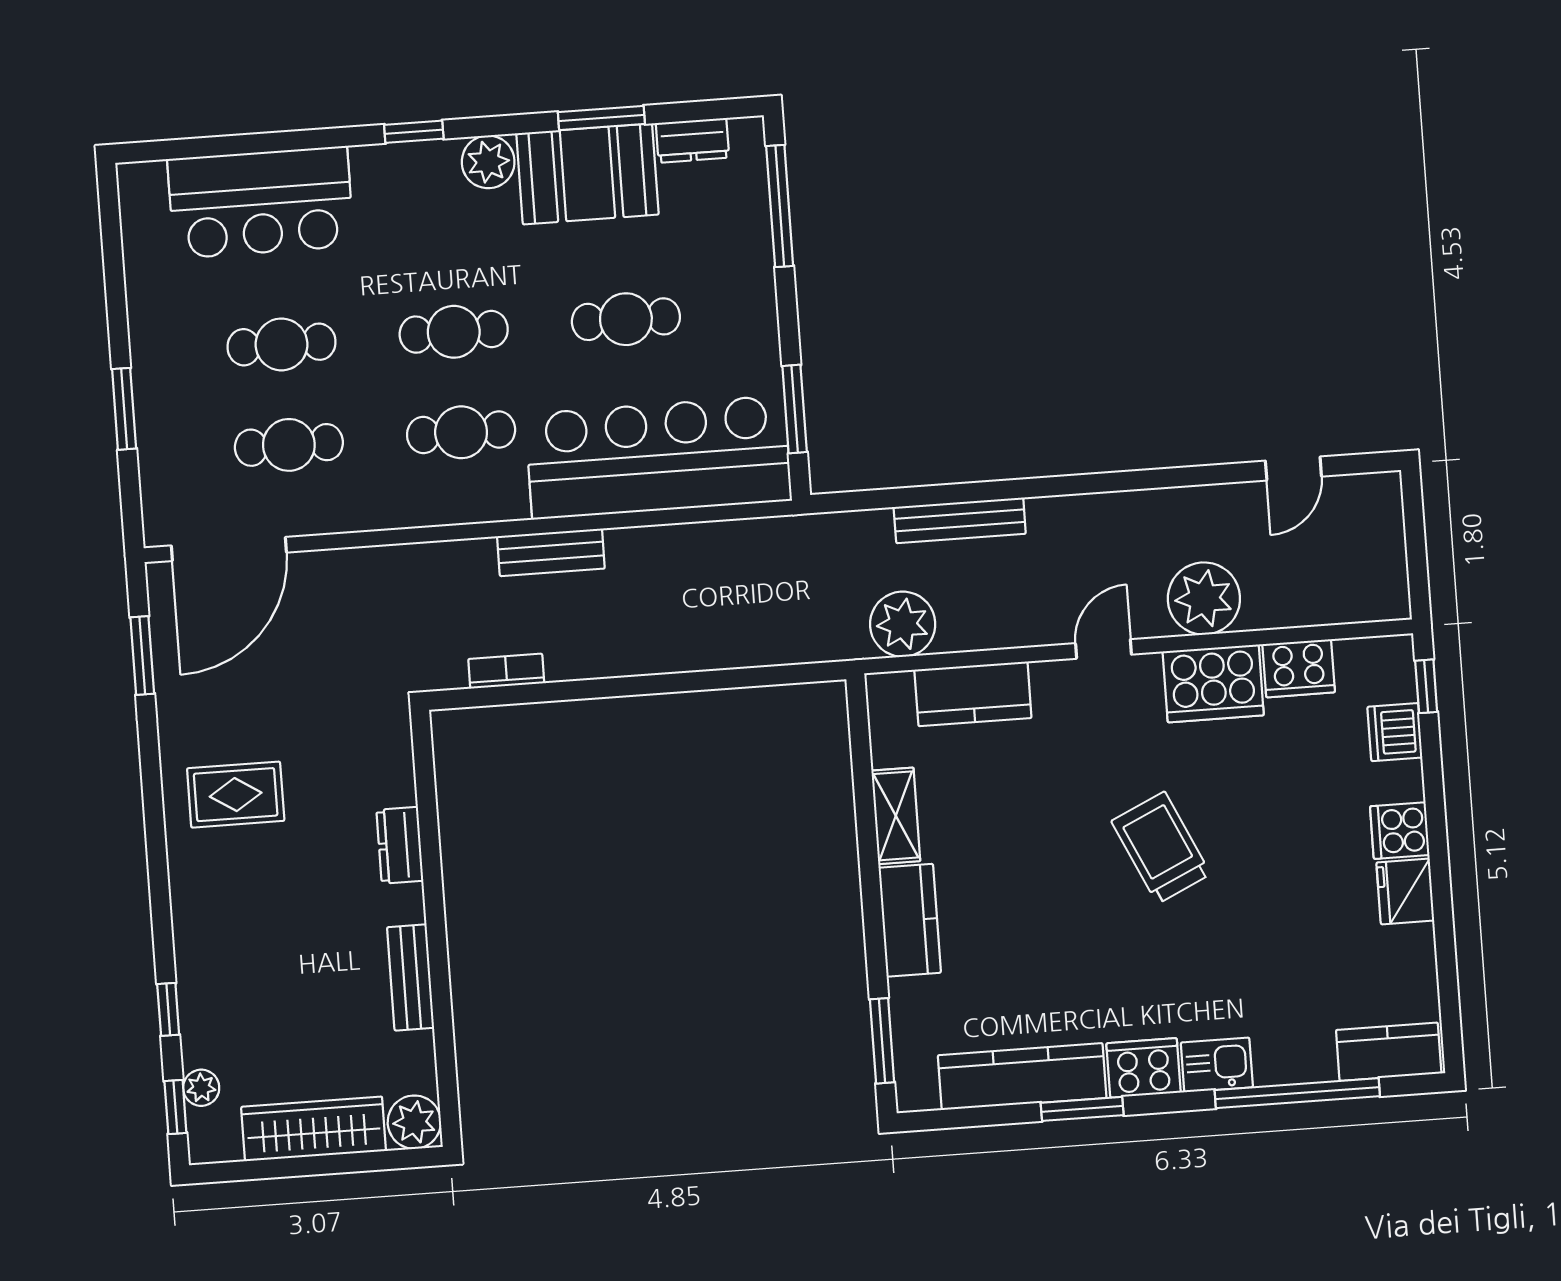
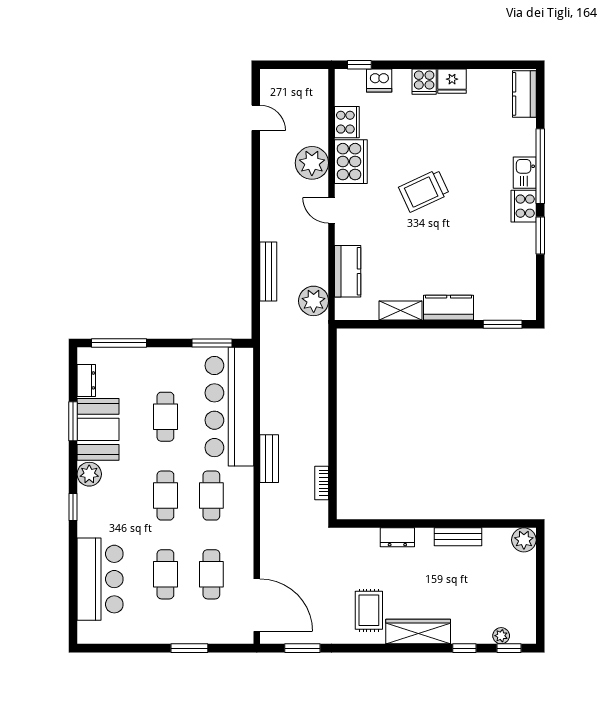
kitchen counter: (1022, 1077) -> (523, 262), removed
window: (1297, 1093) -> (540, 166), moved
wardrobe: (314, 1129) -> (418, 632), moved, turned 90

